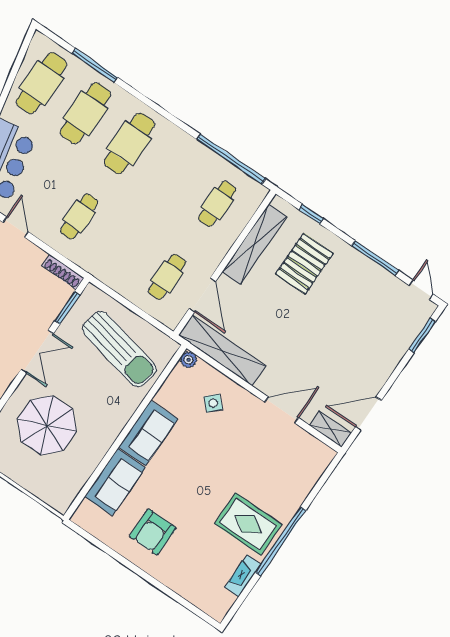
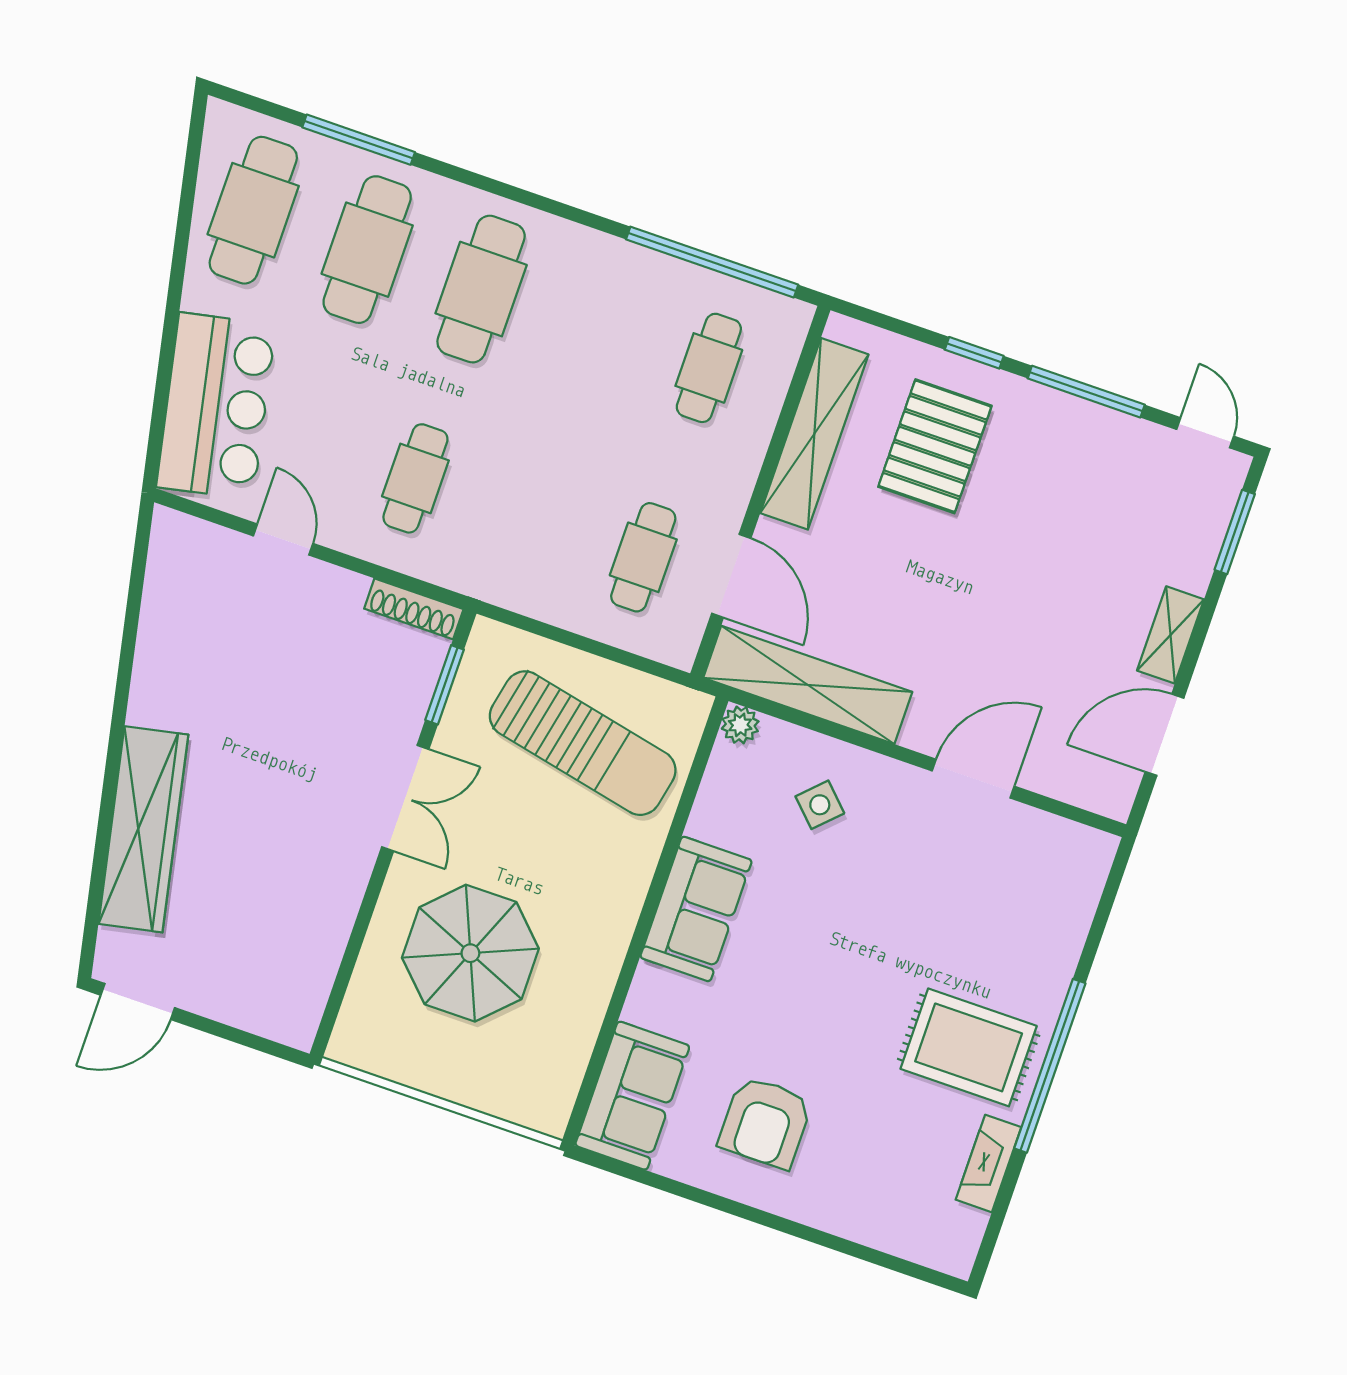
window: (311, 214) -> (974, 353), moved
shelving: (330, 429) -> (1171, 635), moved, turned 90
sofa: (115, 482) -> (632, 1096), moved

